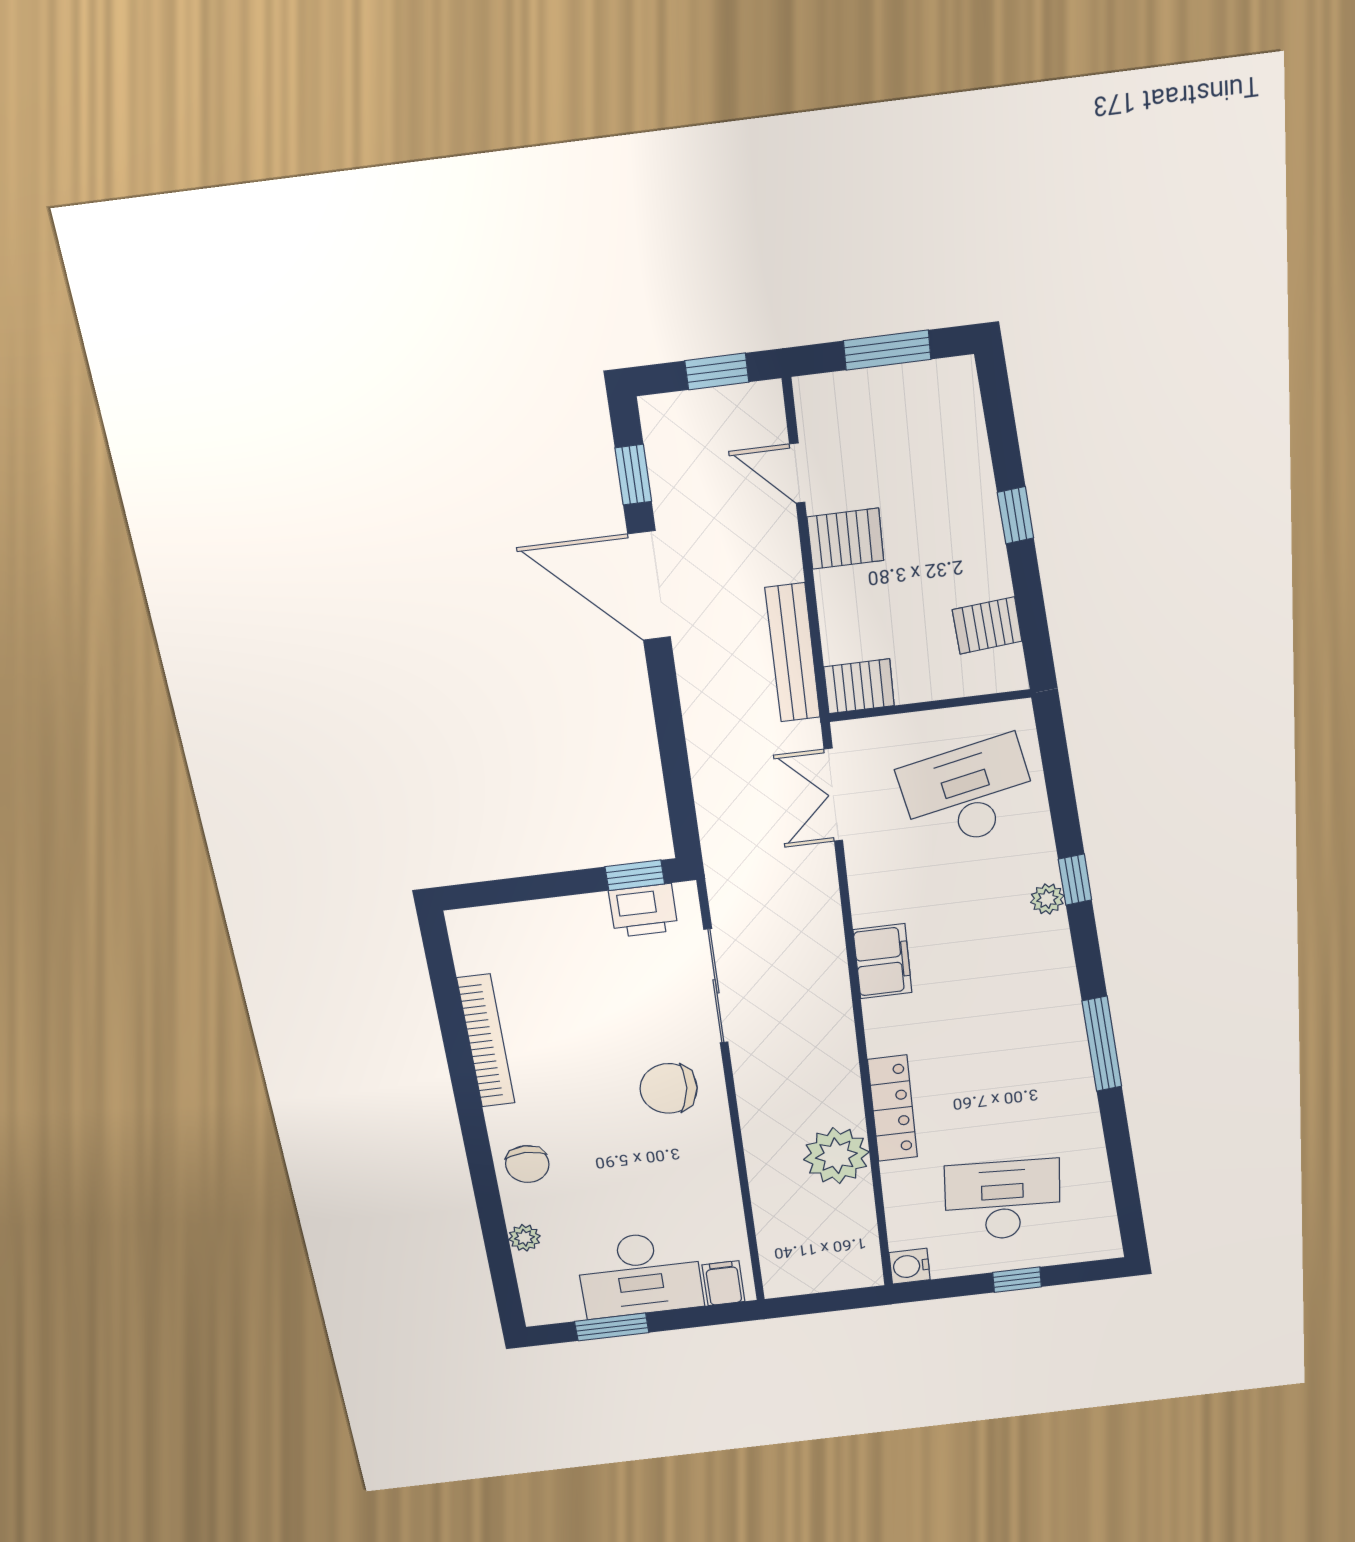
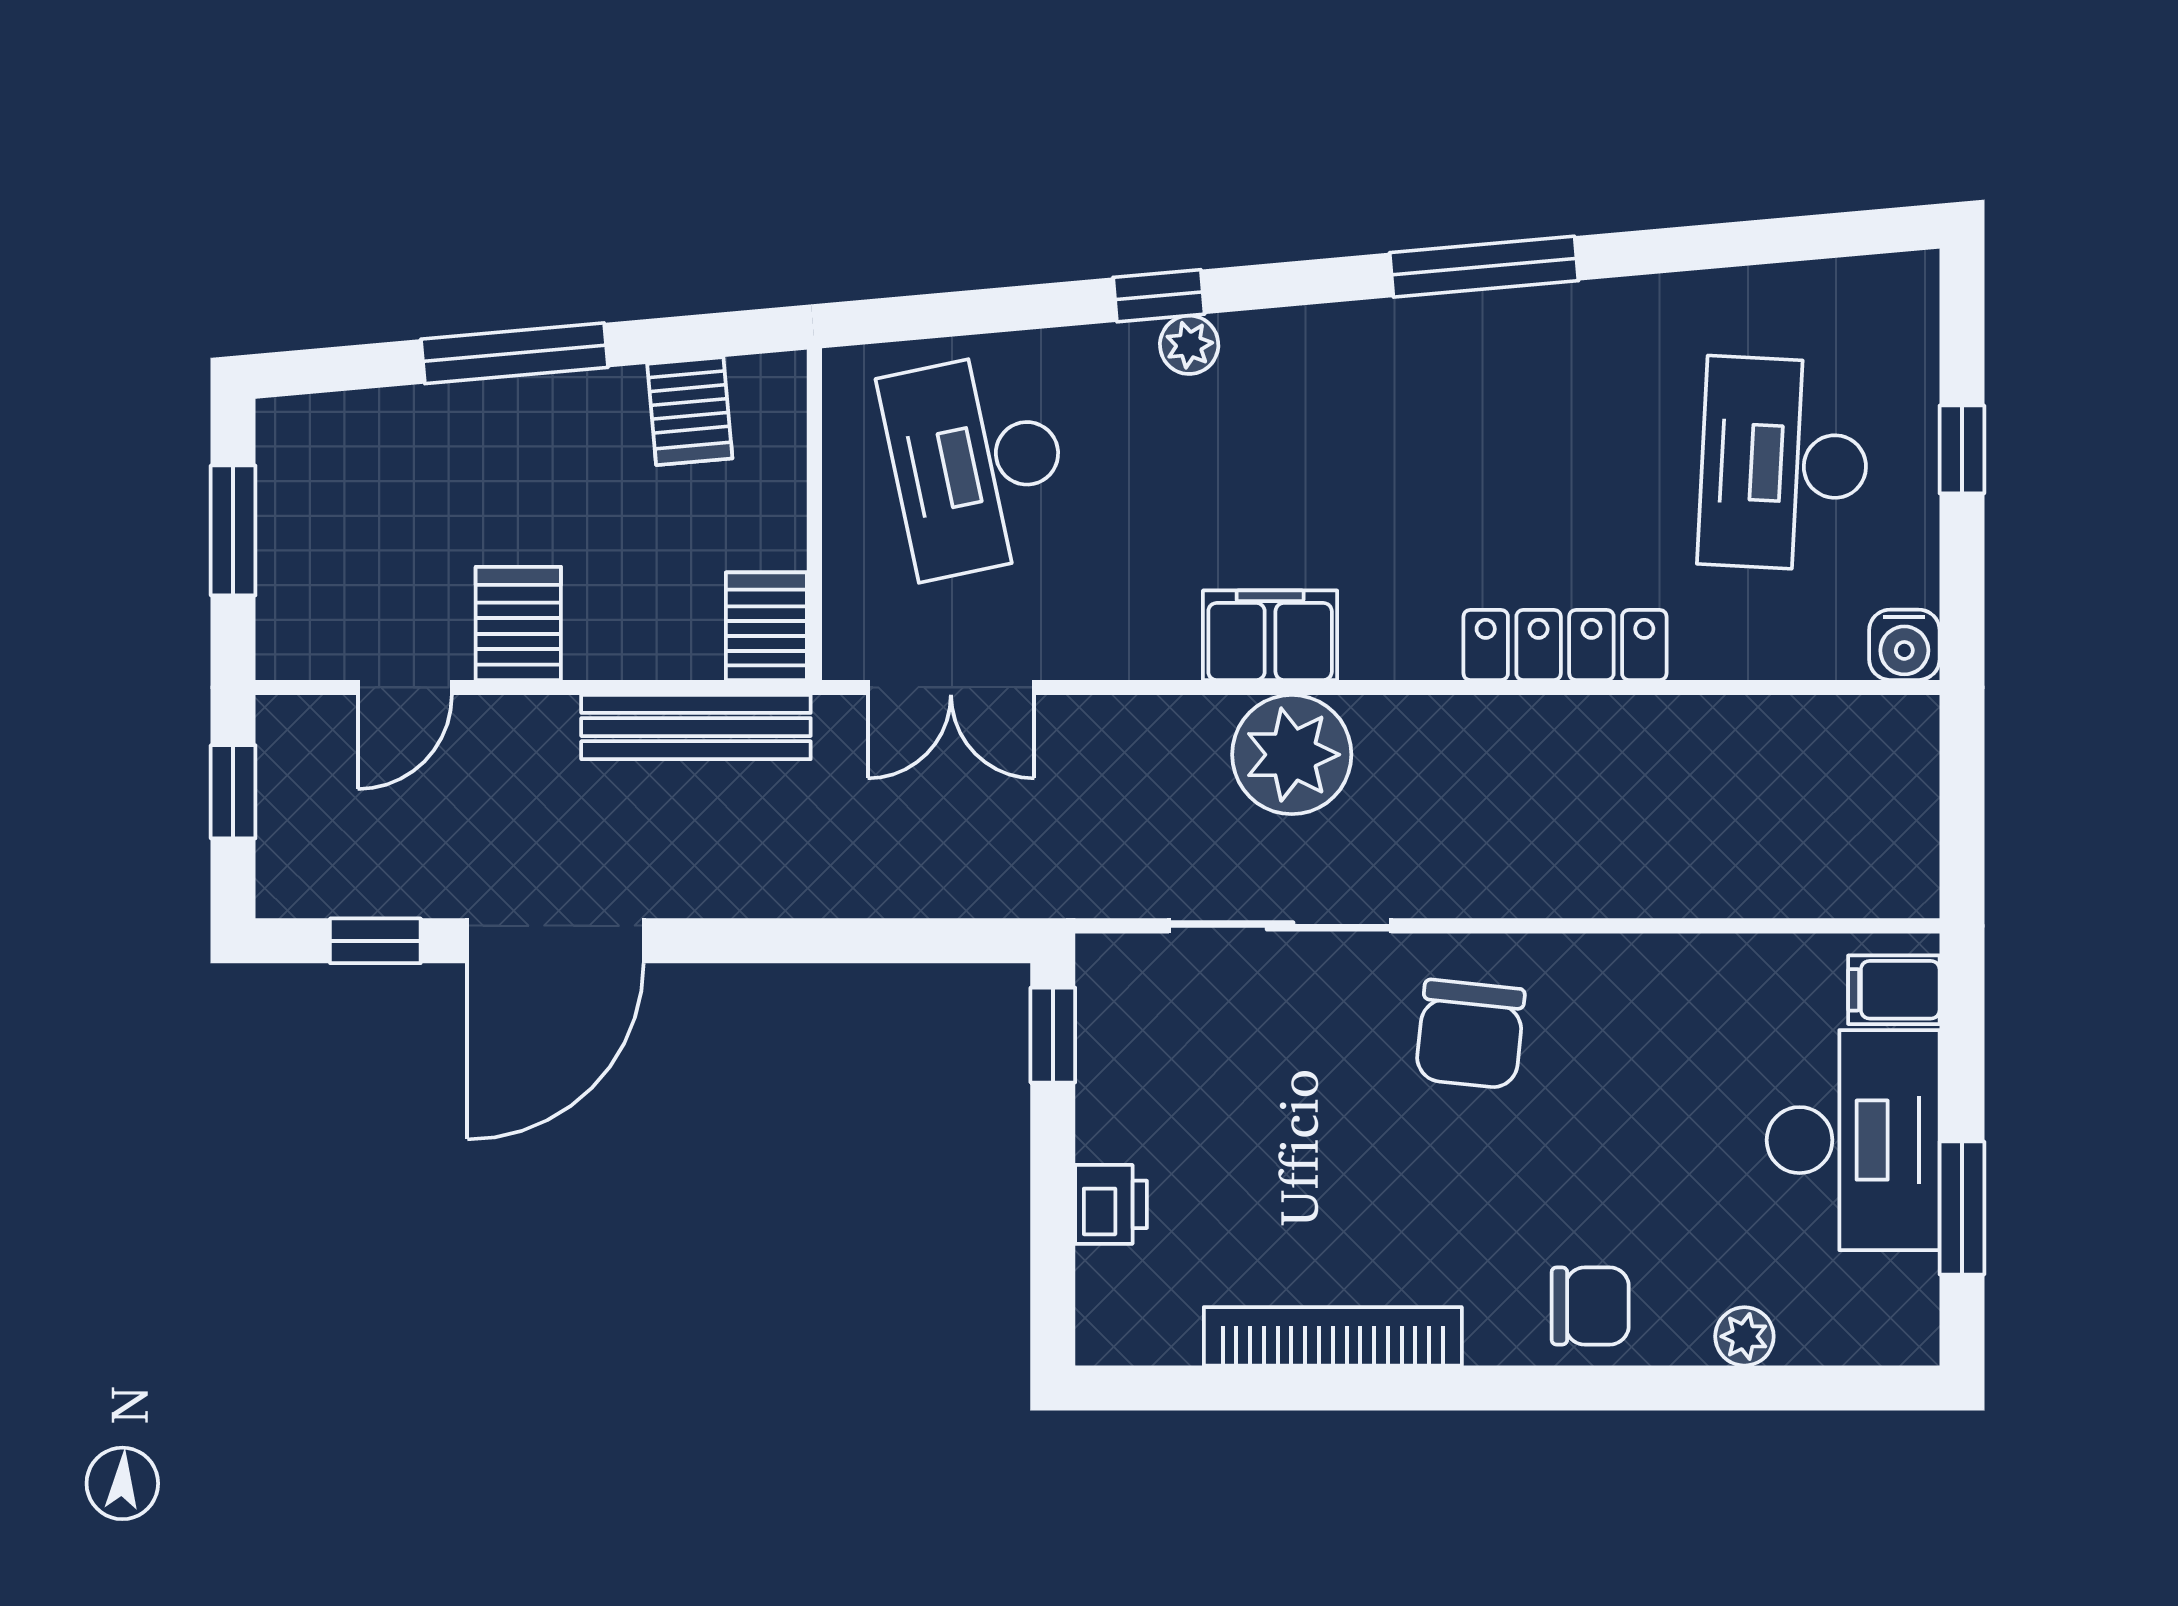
window: (1015, 515) -> (514, 353), width x2.17
printer: (643, 910) -> (1111, 1204), moved, width x0.73, depth x0.81
plant: (836, 1156) -> (1292, 755), moved

